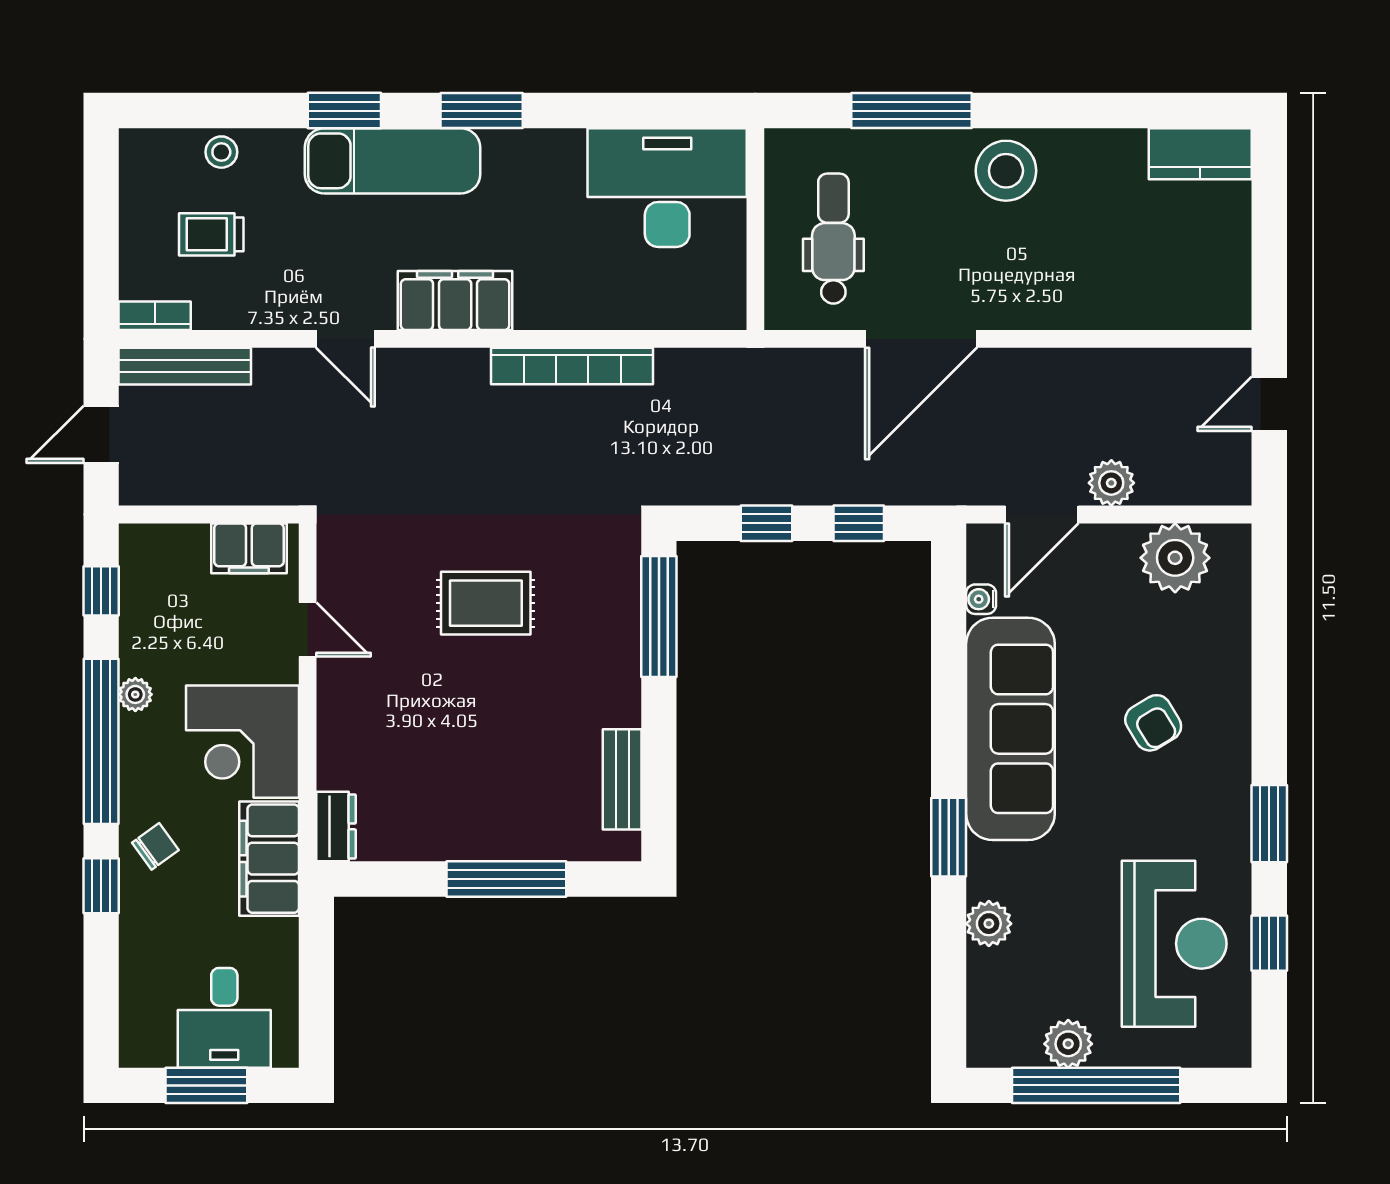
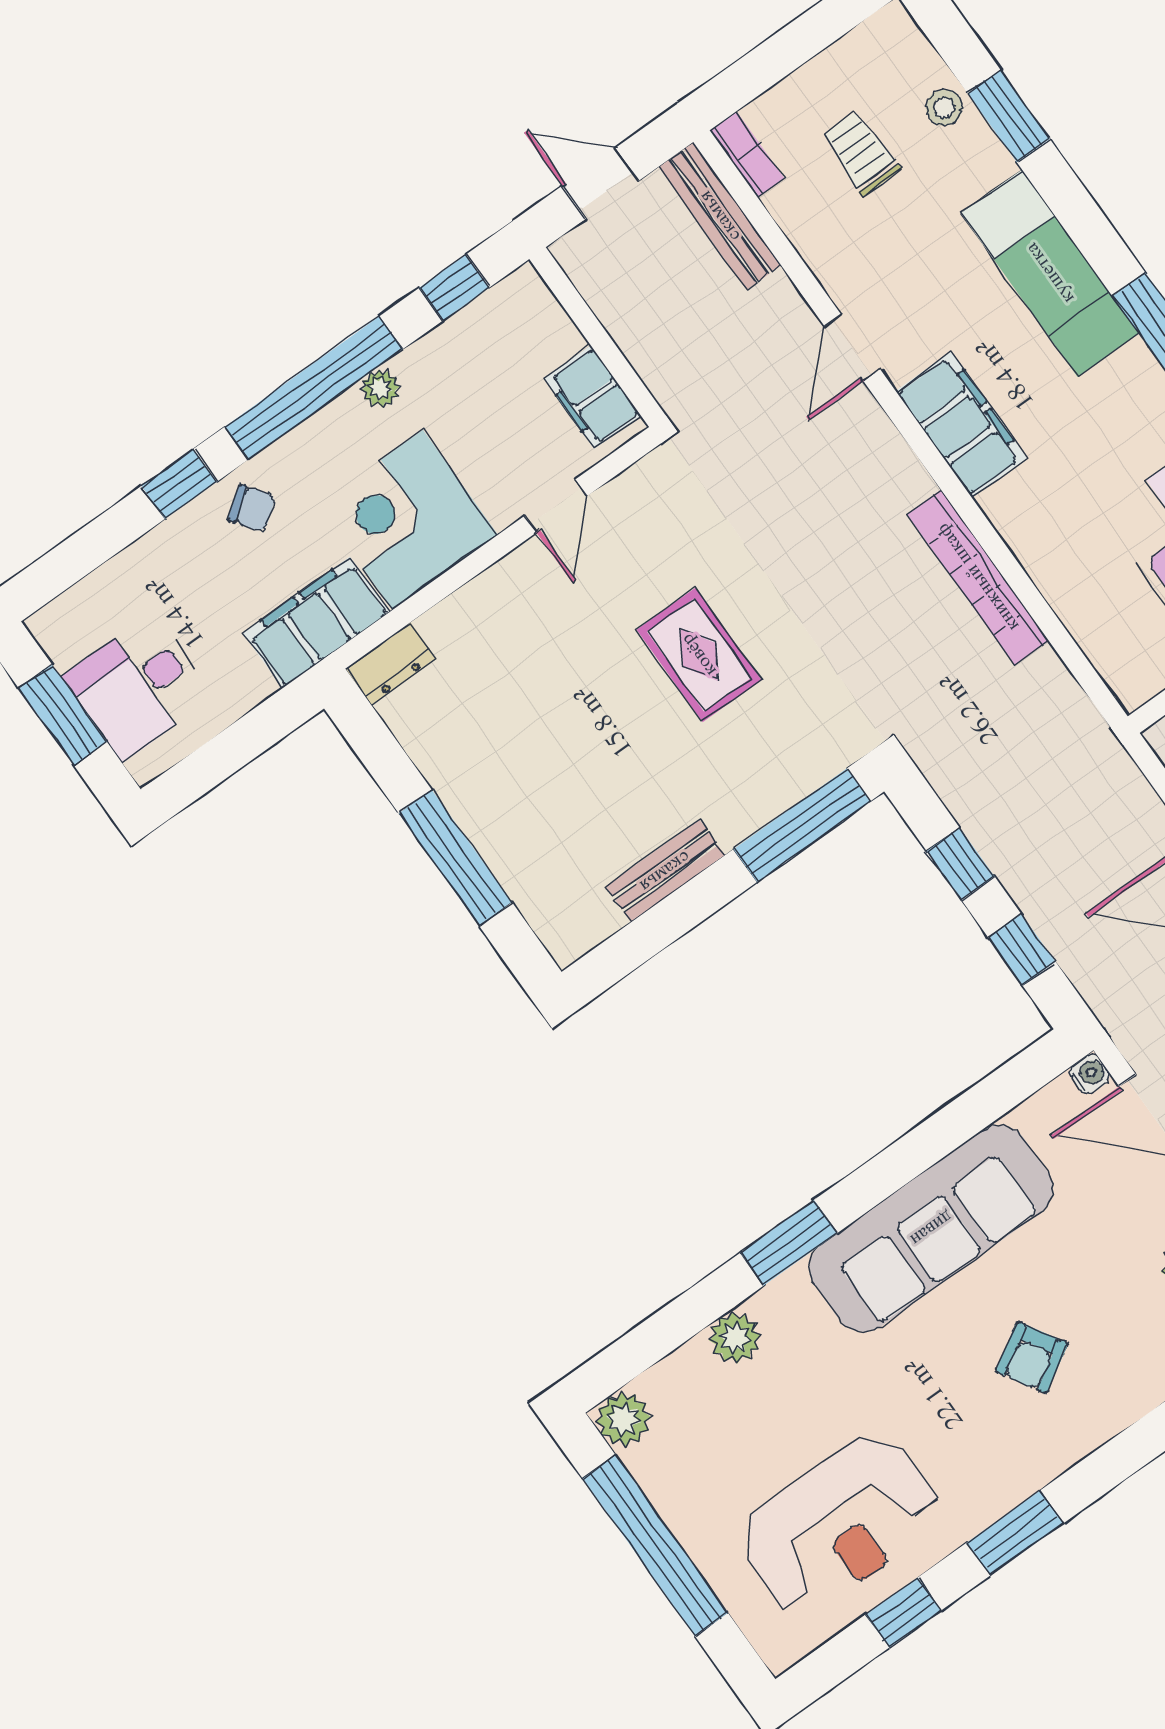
window: (344, 111) -> (1009, 116), moved
water cooler: (981, 599) -> (1090, 1074), moved, turned 90
bench: (622, 779) -> (665, 871), moved
plant: (1068, 1044) -> (624, 1419), moved

